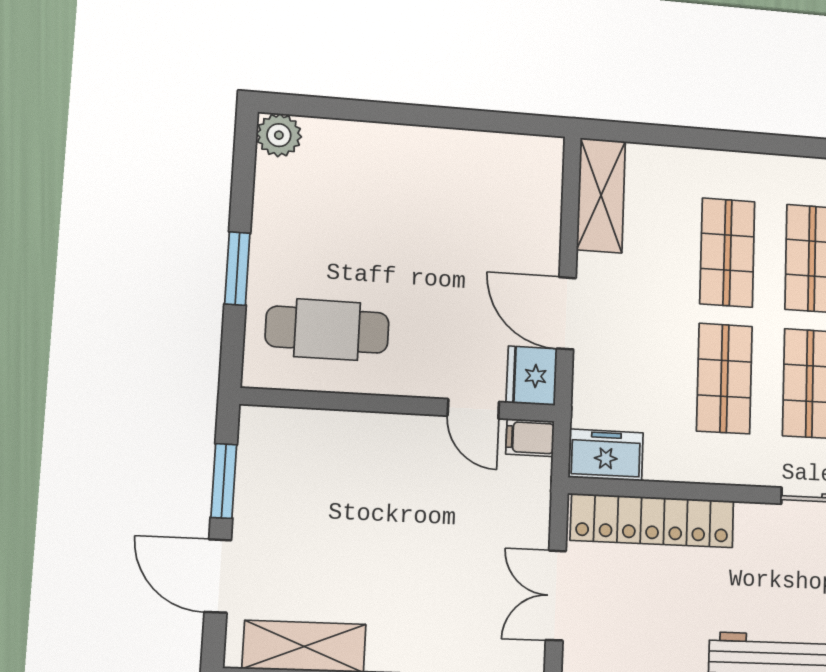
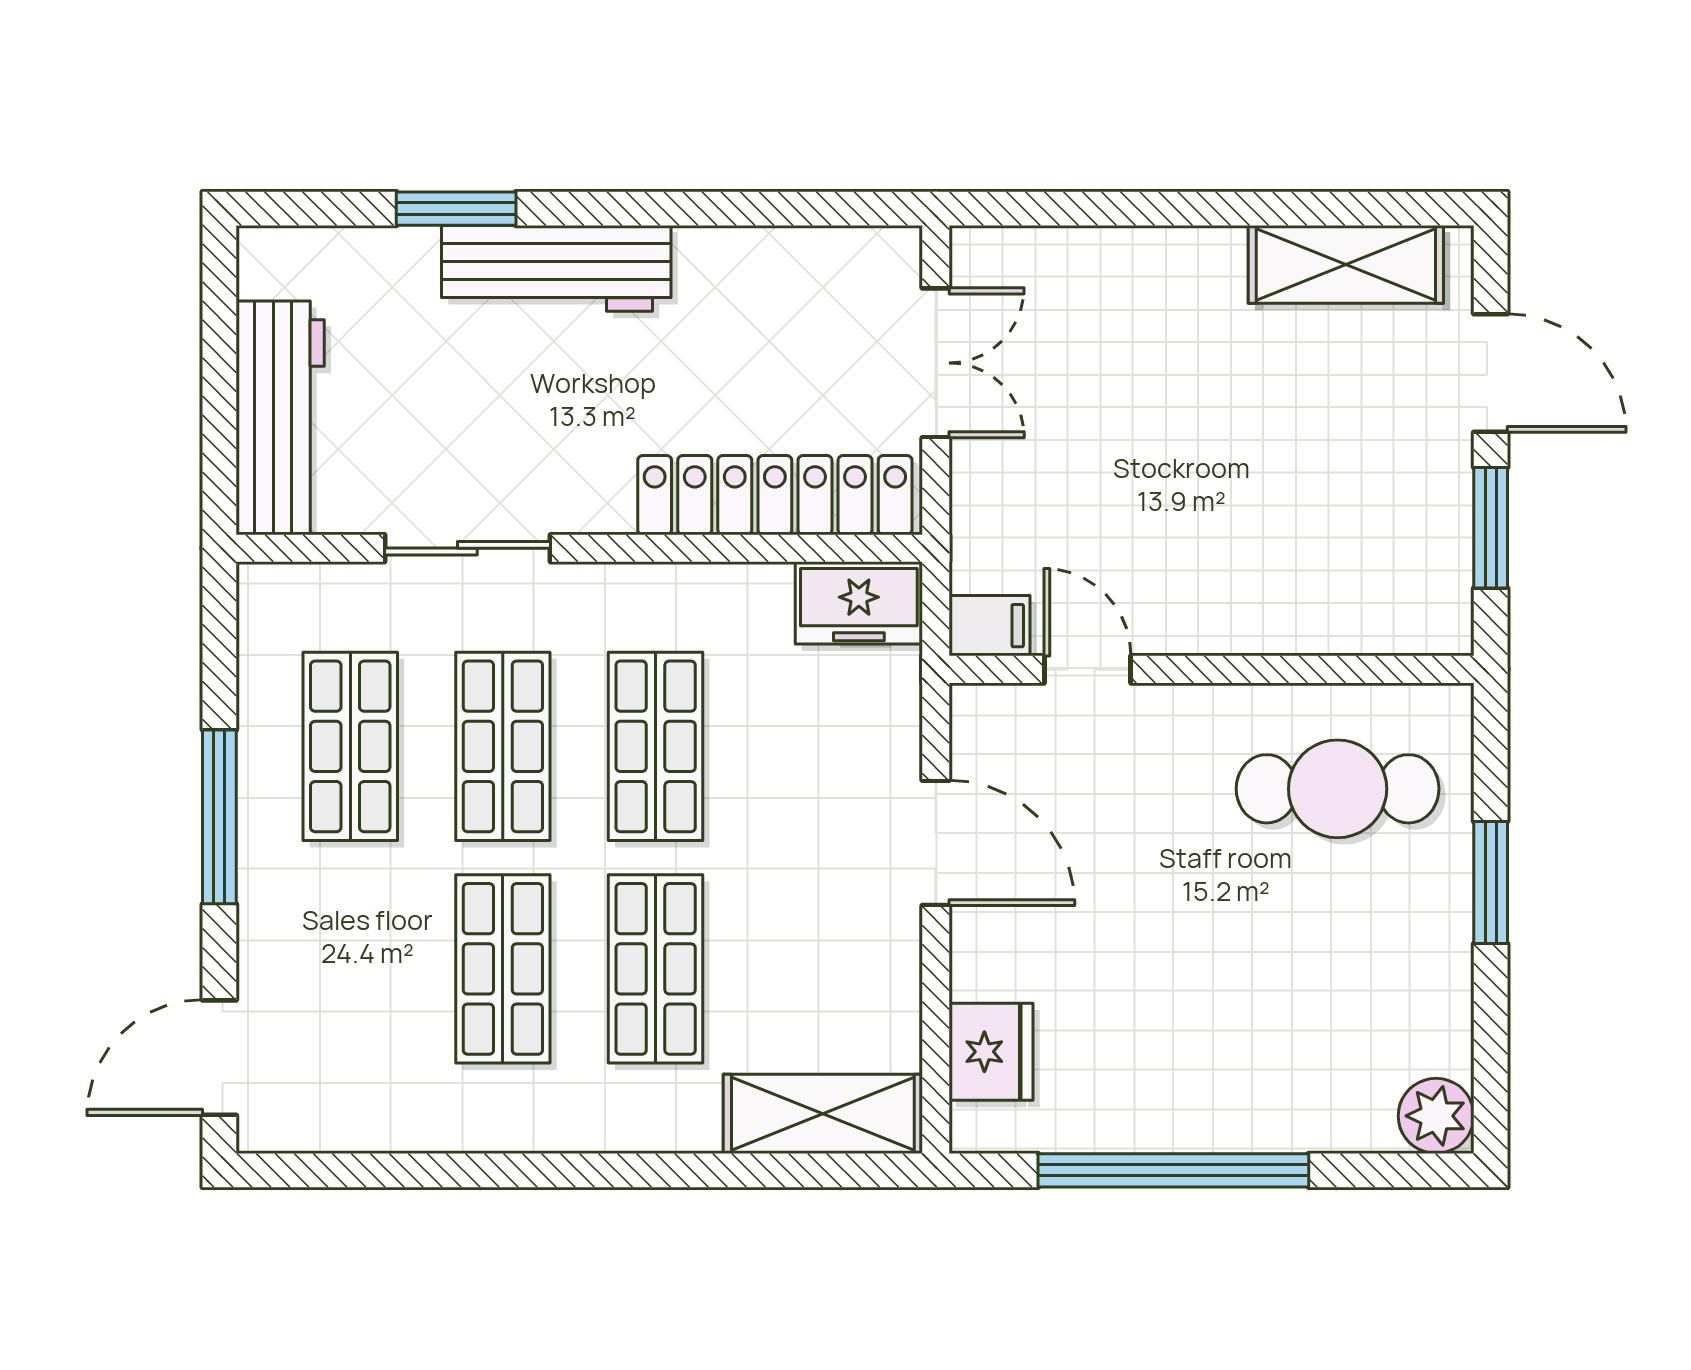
window: (436, 117) -> (1173, 1170), added
shelving: (601, 195) -> (823, 1114), moved, turned 90
fridge: (532, 376) -> (991, 1052), moved

